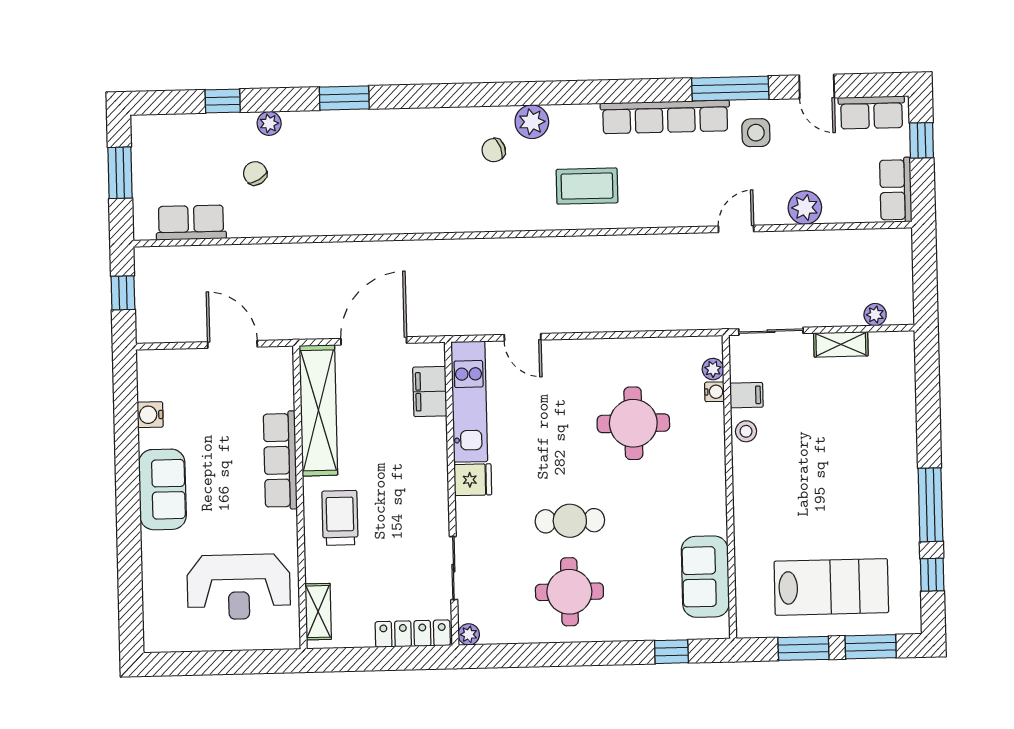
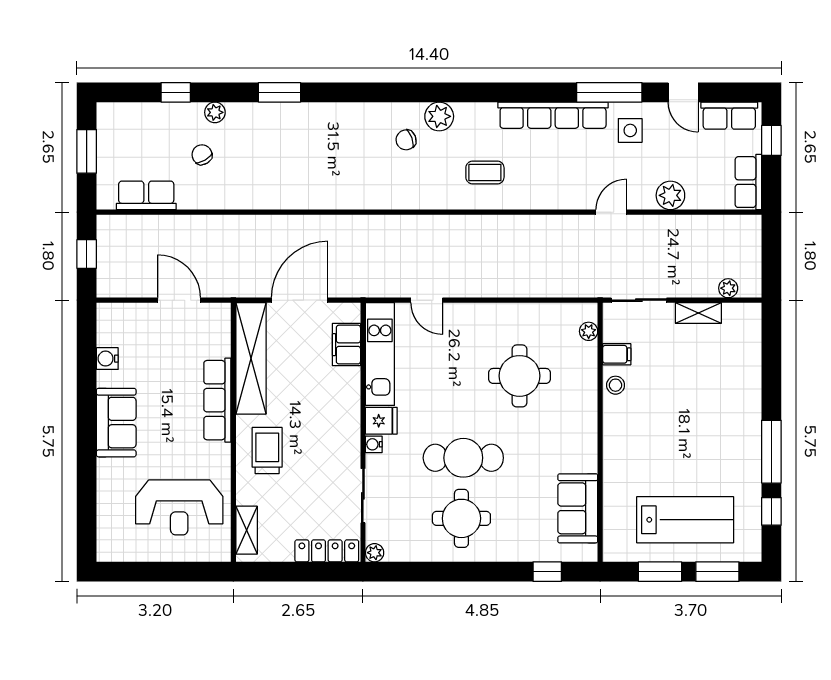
coffee table: (587, 186) -> (485, 173), width x0.73, depth x0.77
water cooler: (714, 392) -> (374, 444), moved, turned 180
cafe table: (570, 521) -> (463, 458), width x1.37, depth x1.35

